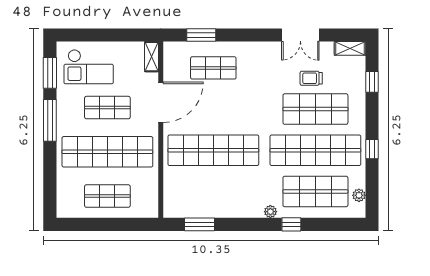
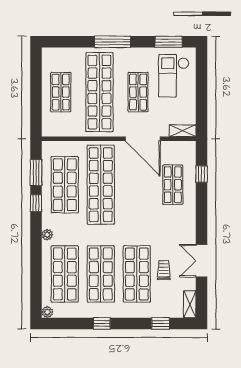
window: (201, 35) -> (202, 174), width x0.67
window: (50, 120) -> (112, 42), moved
shop shelf: (315, 150) -> (101, 274), width x0.71
shop shelf: (213, 191) -> (65, 185), added
plant: (359, 195) -> (47, 312), moved
window: (291, 224) -> (36, 203), moved

